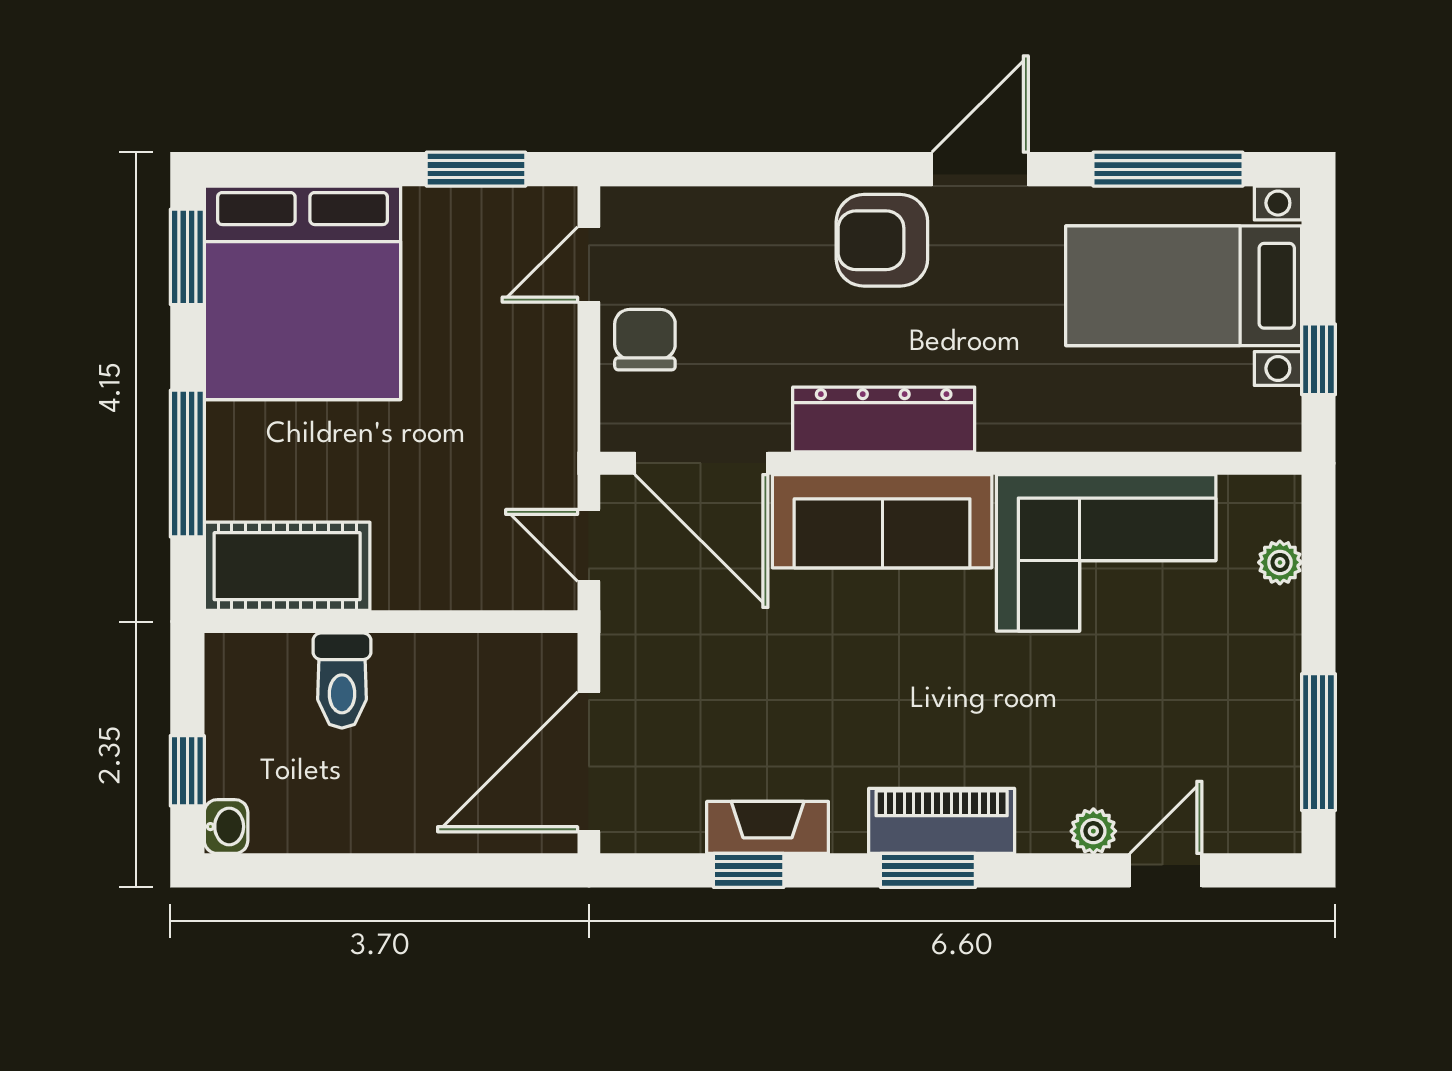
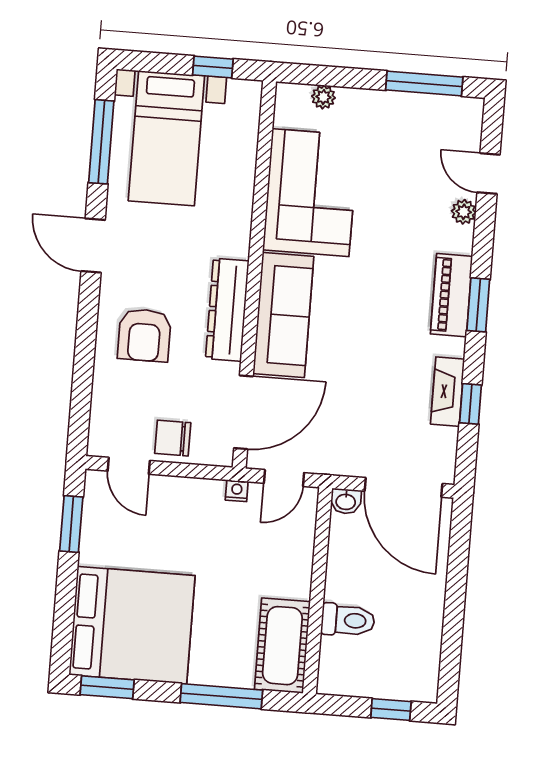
armchair: (882, 240) -> (144, 335), moved
nightstand: (559, 462) -> (237, 491), added
washbasin: (226, 827) -> (346, 501), moved, turned 180

